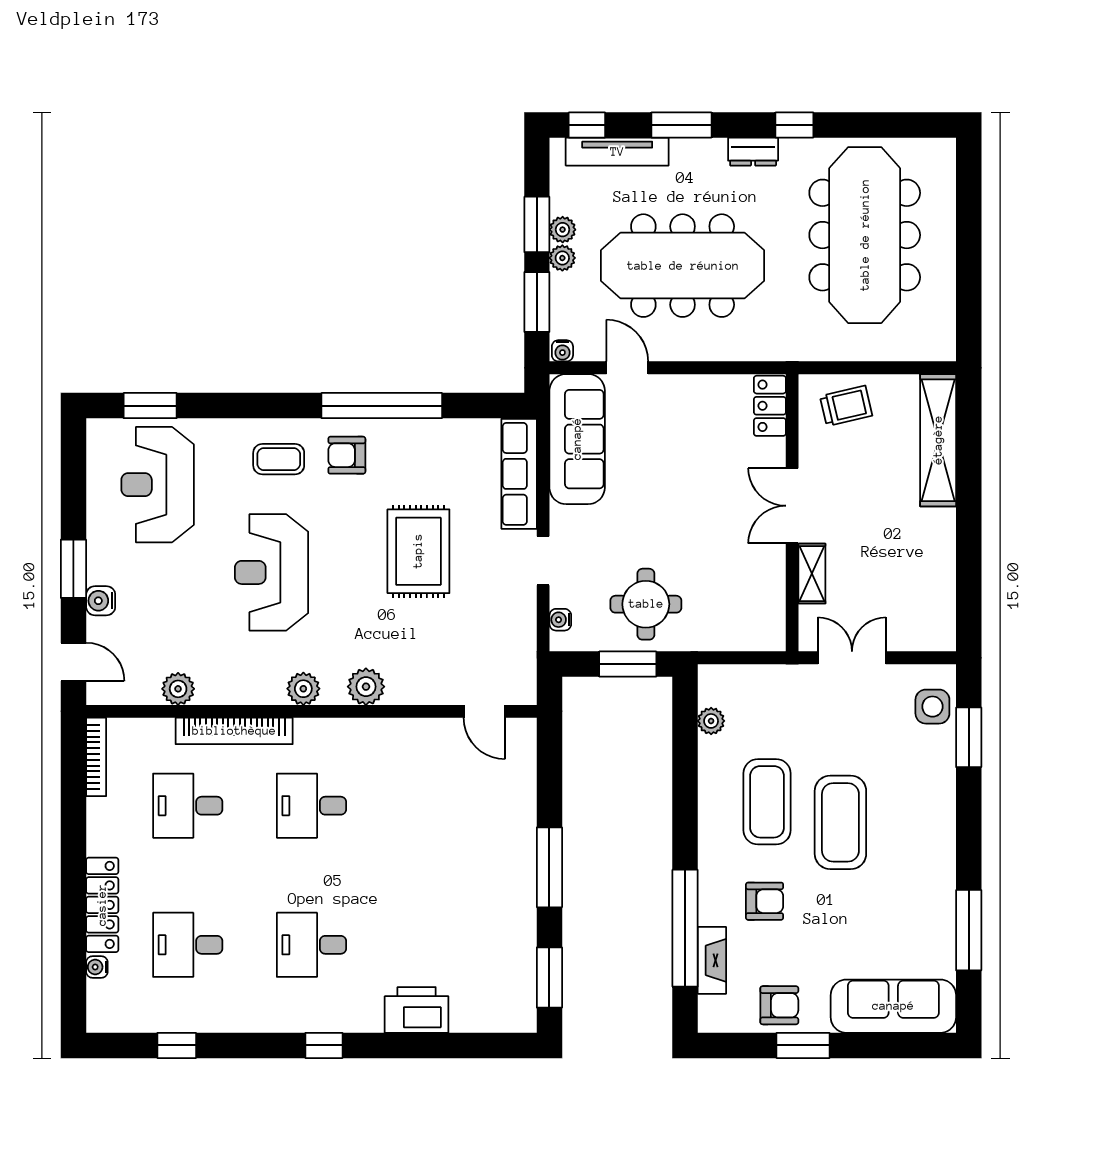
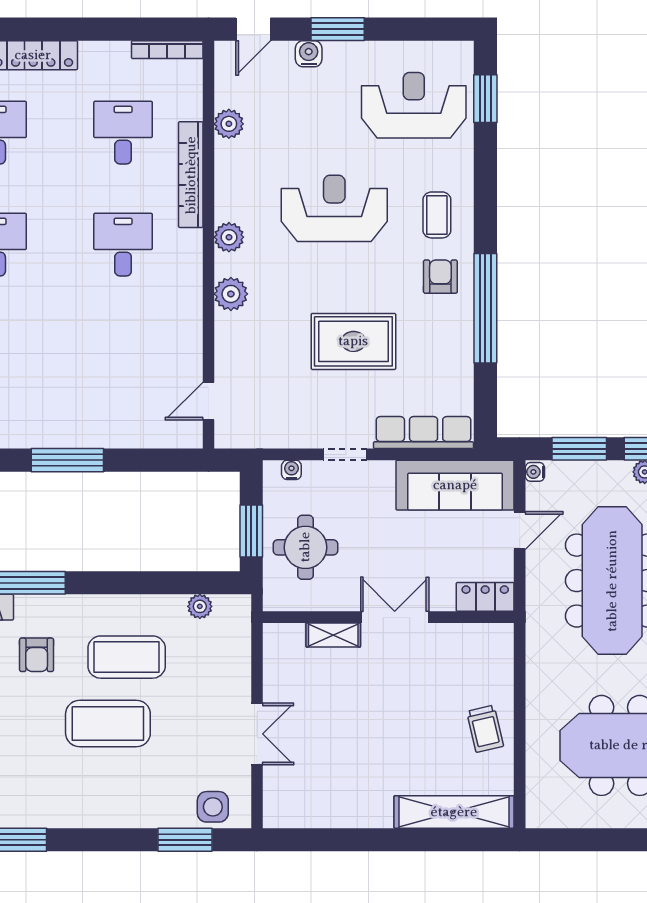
plant: (562, 258) -> (619, 472), removed
locker: (770, 406) -> (485, 597), moved
double door: (792, 506) -> (395, 617), moved
wall: (792, 513) -> (388, 617), moved
shelving: (812, 574) -> (333, 635), moved

